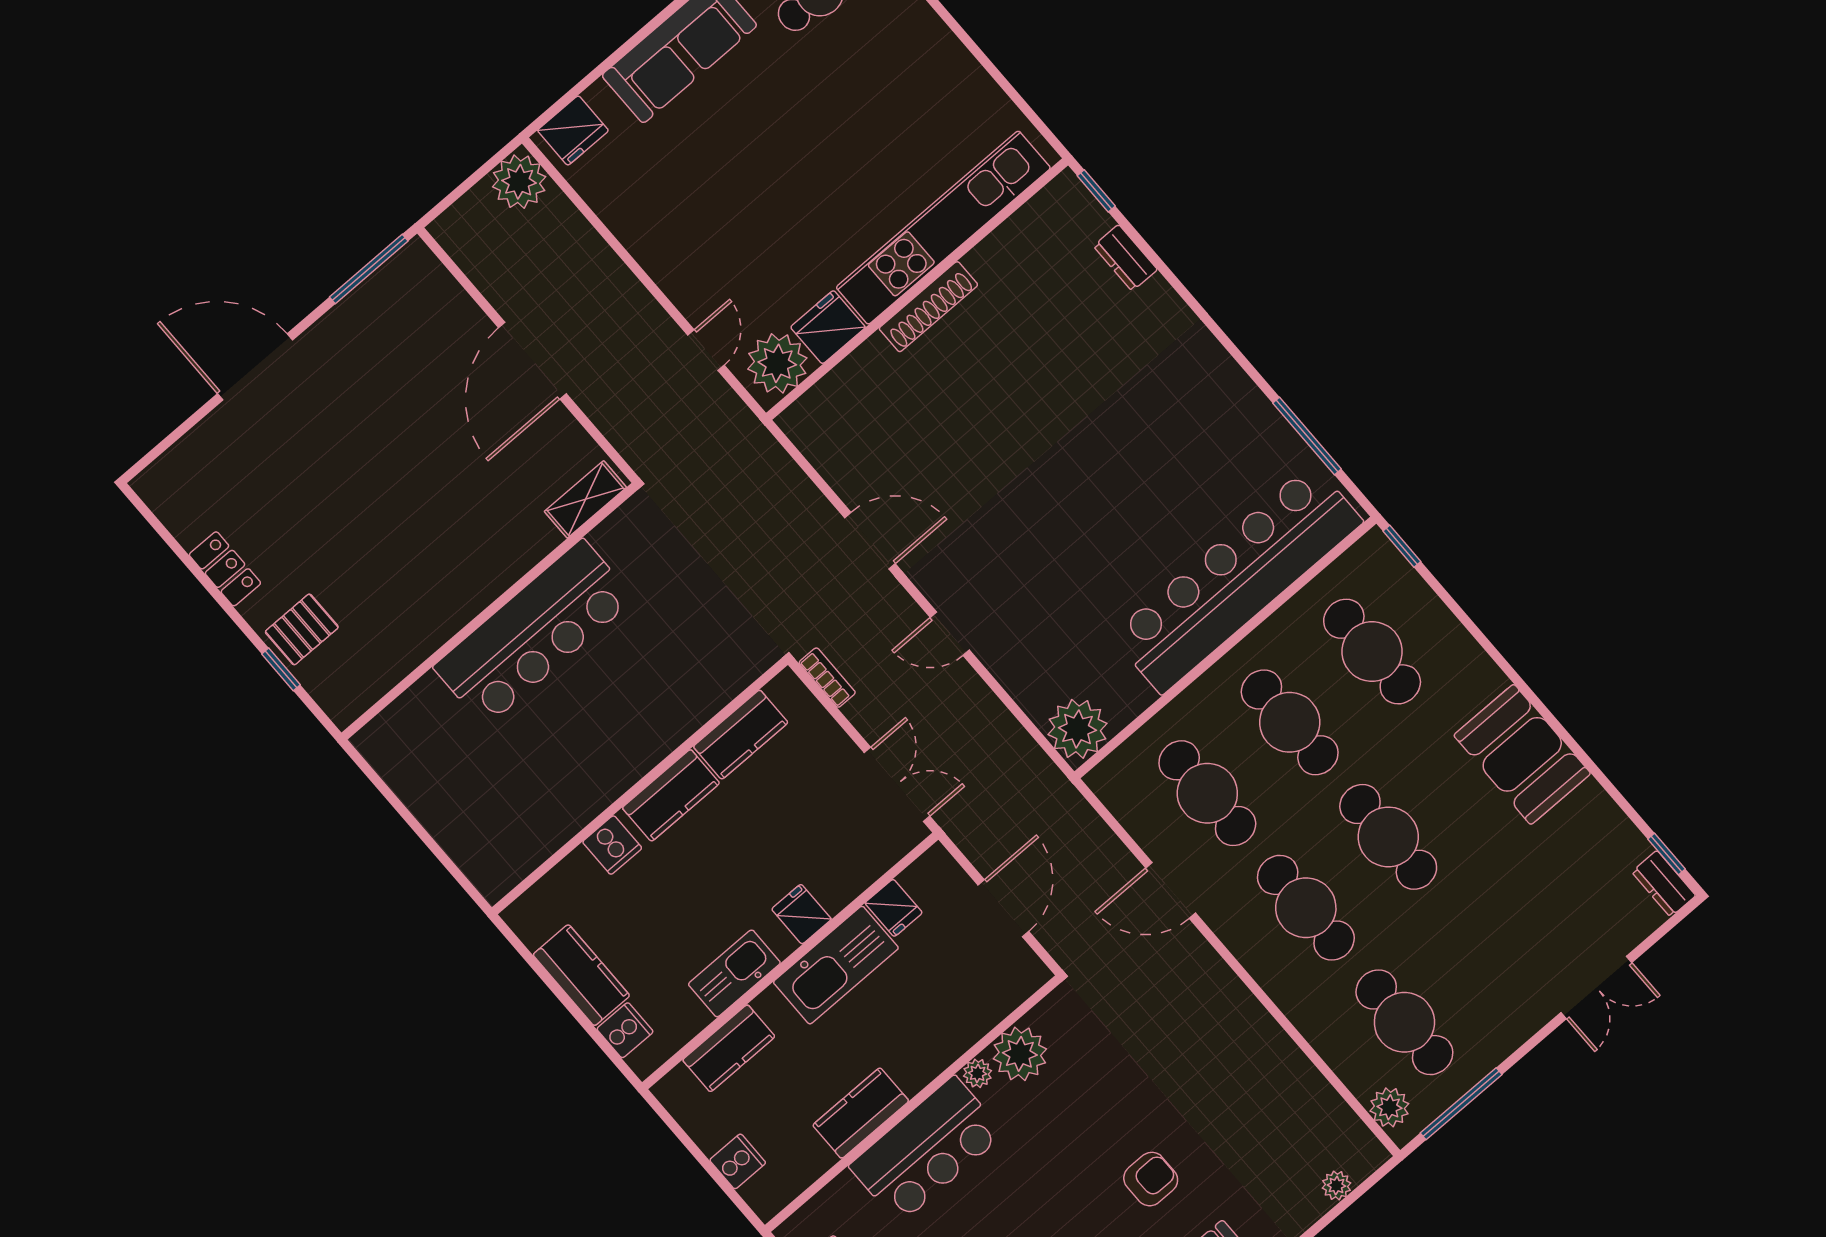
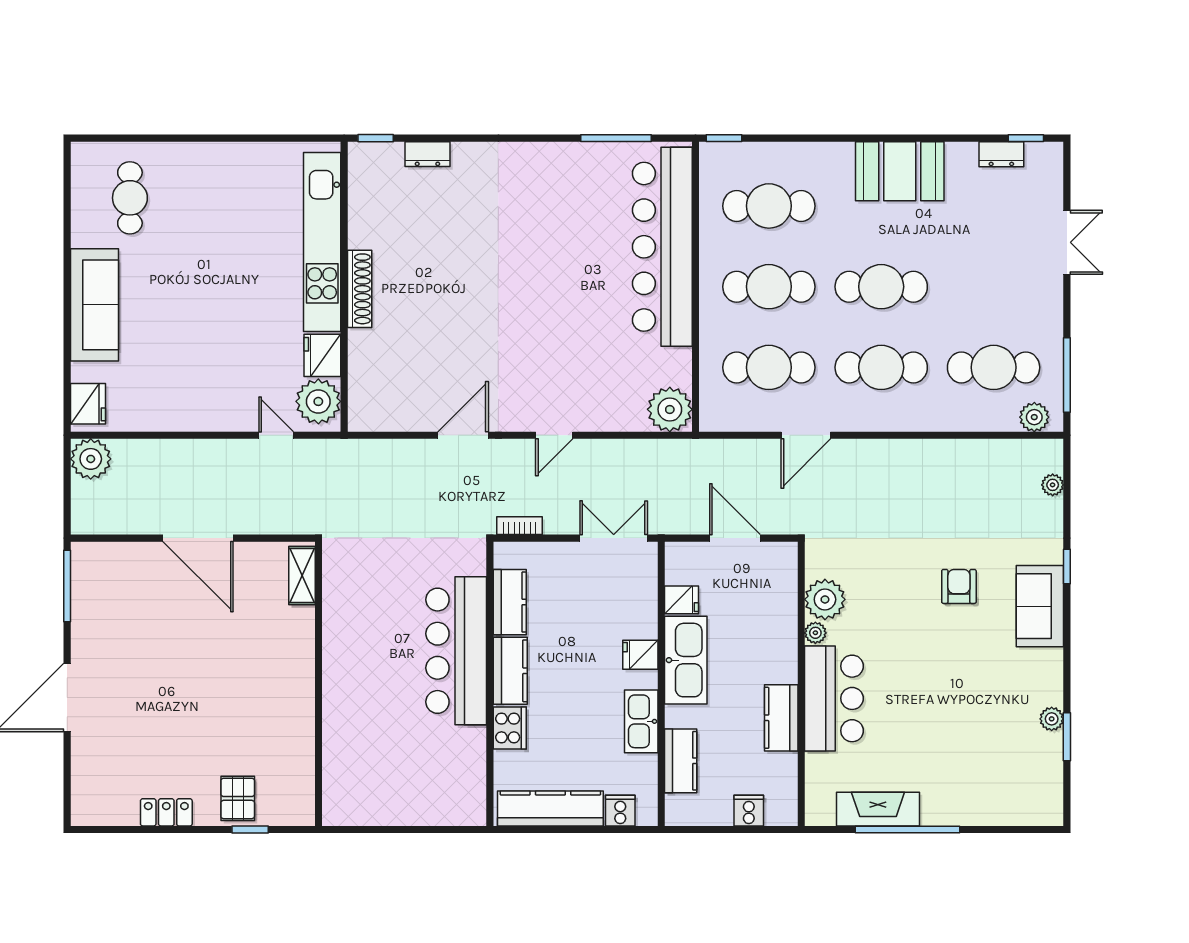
bar counter: (534, 633) -> (456, 651), moved, turned 180
cooker: (612, 845) -> (510, 728), width x1.36
dresser: (1664, 884) -> (1001, 154), moved
kitchen counter: (581, 975) -> (550, 808), width x1.50

